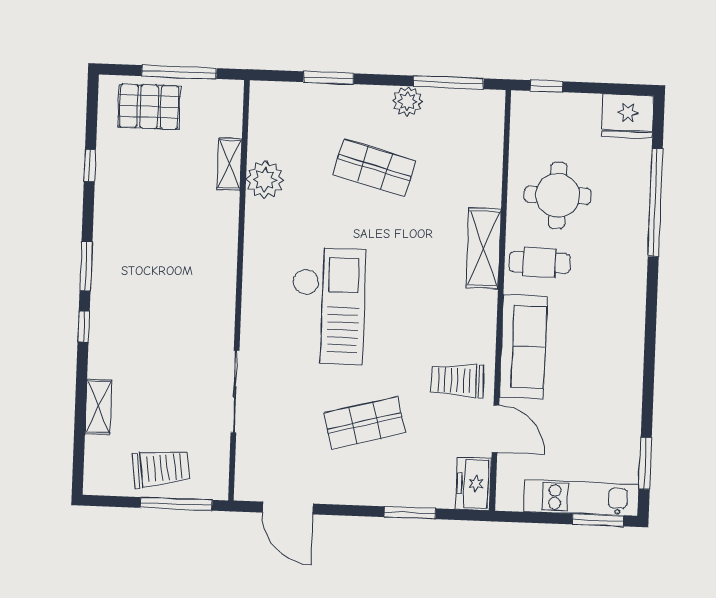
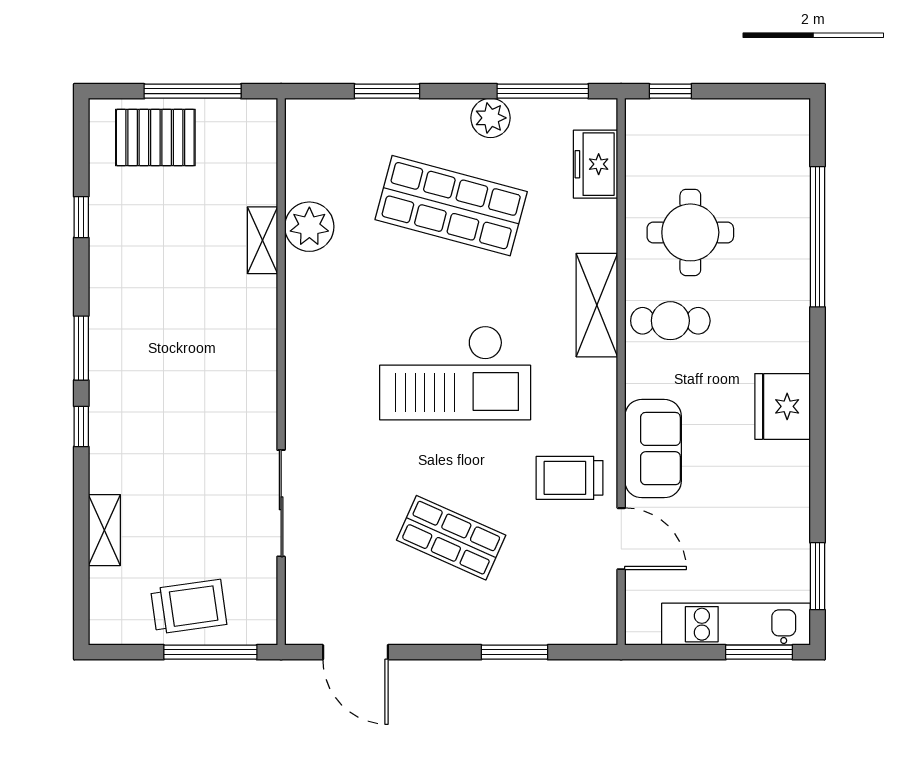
fridge: (628, 116) -> (783, 406), moved, turned 90
shelving: (229, 164) -> (263, 240), moved
shop shelf: (375, 168) -> (451, 206), width x1.43, depth x1.36
checkout: (328, 306) -> (455, 373), moved, turned 90
sofa: (523, 347) -> (653, 449), width x0.73
shop shelf: (365, 423) -> (451, 538), turned 39
freezer: (474, 484) -> (596, 164), moved

